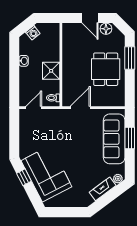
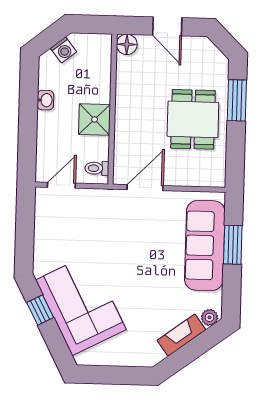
floor lamp: (106, 29) -> (127, 44), moved

